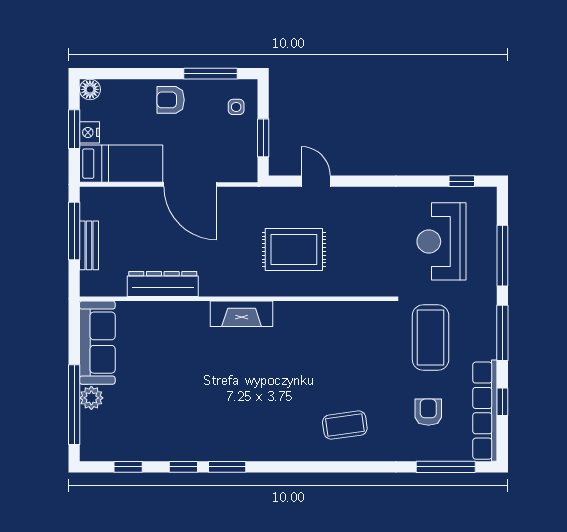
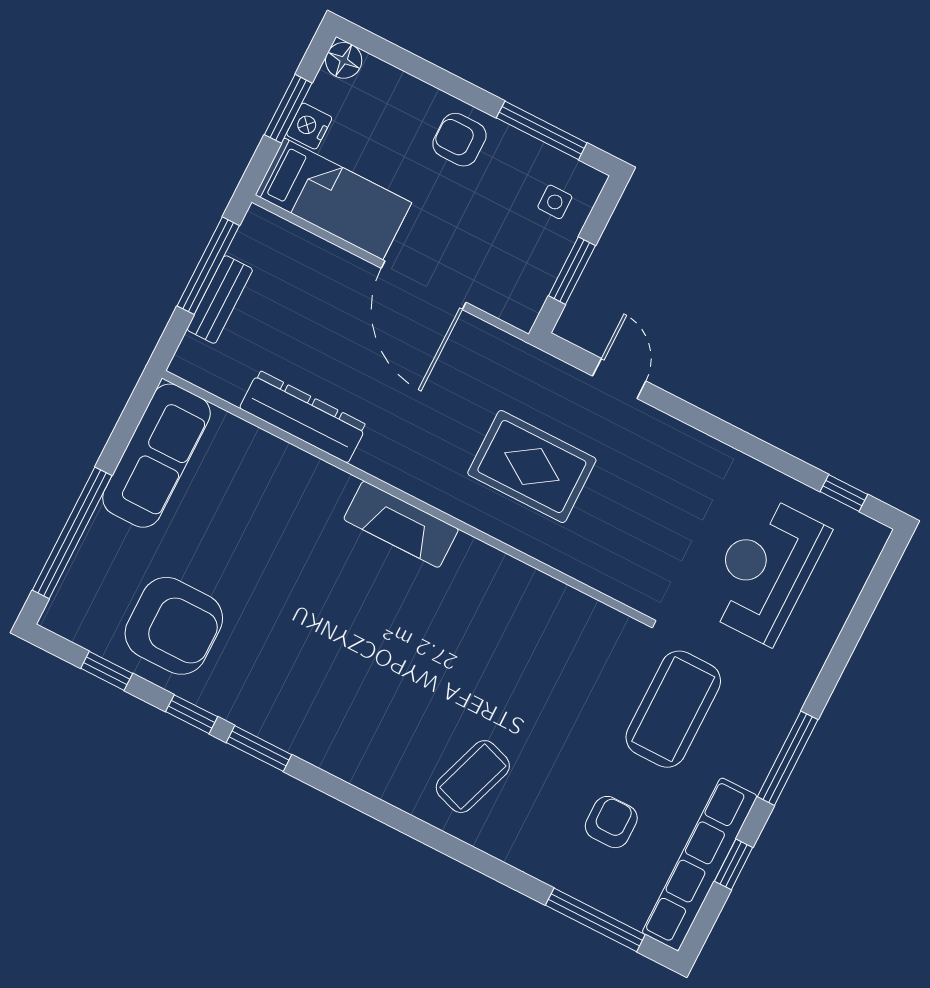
window: (502, 256) -> (848, 639), removed
plant: (91, 398) -> (104, 536), removed
coffee table: (345, 425) -> (473, 777), turned -63
armchair: (151, 426) -> (174, 626), added

